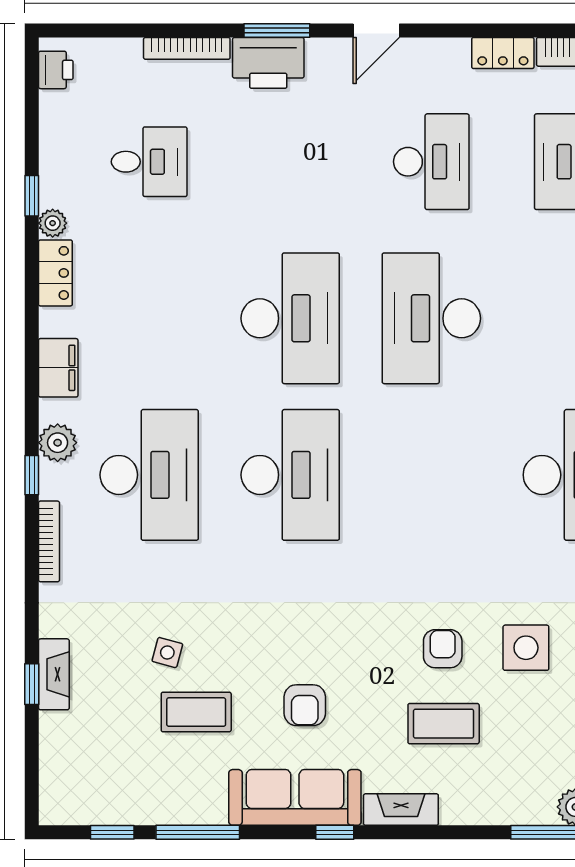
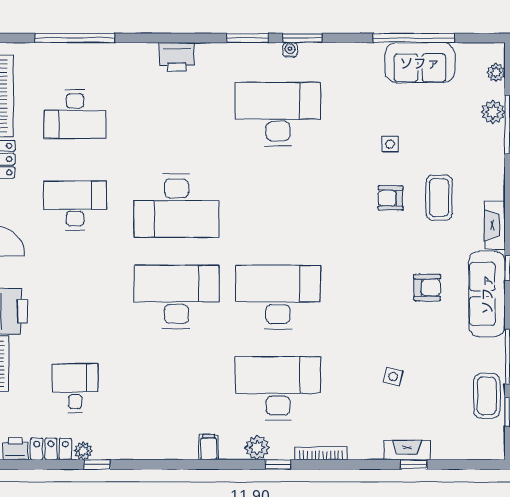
plant: (53, 223) -> (83, 451), moved
locker: (55, 273) -> (51, 449), moved
filing cabinet: (58, 368) -> (209, 447), width x0.50
side table: (526, 648) -> (390, 144), width x0.54, depth x0.54
coffee table: (196, 712) -> (487, 396), moved

